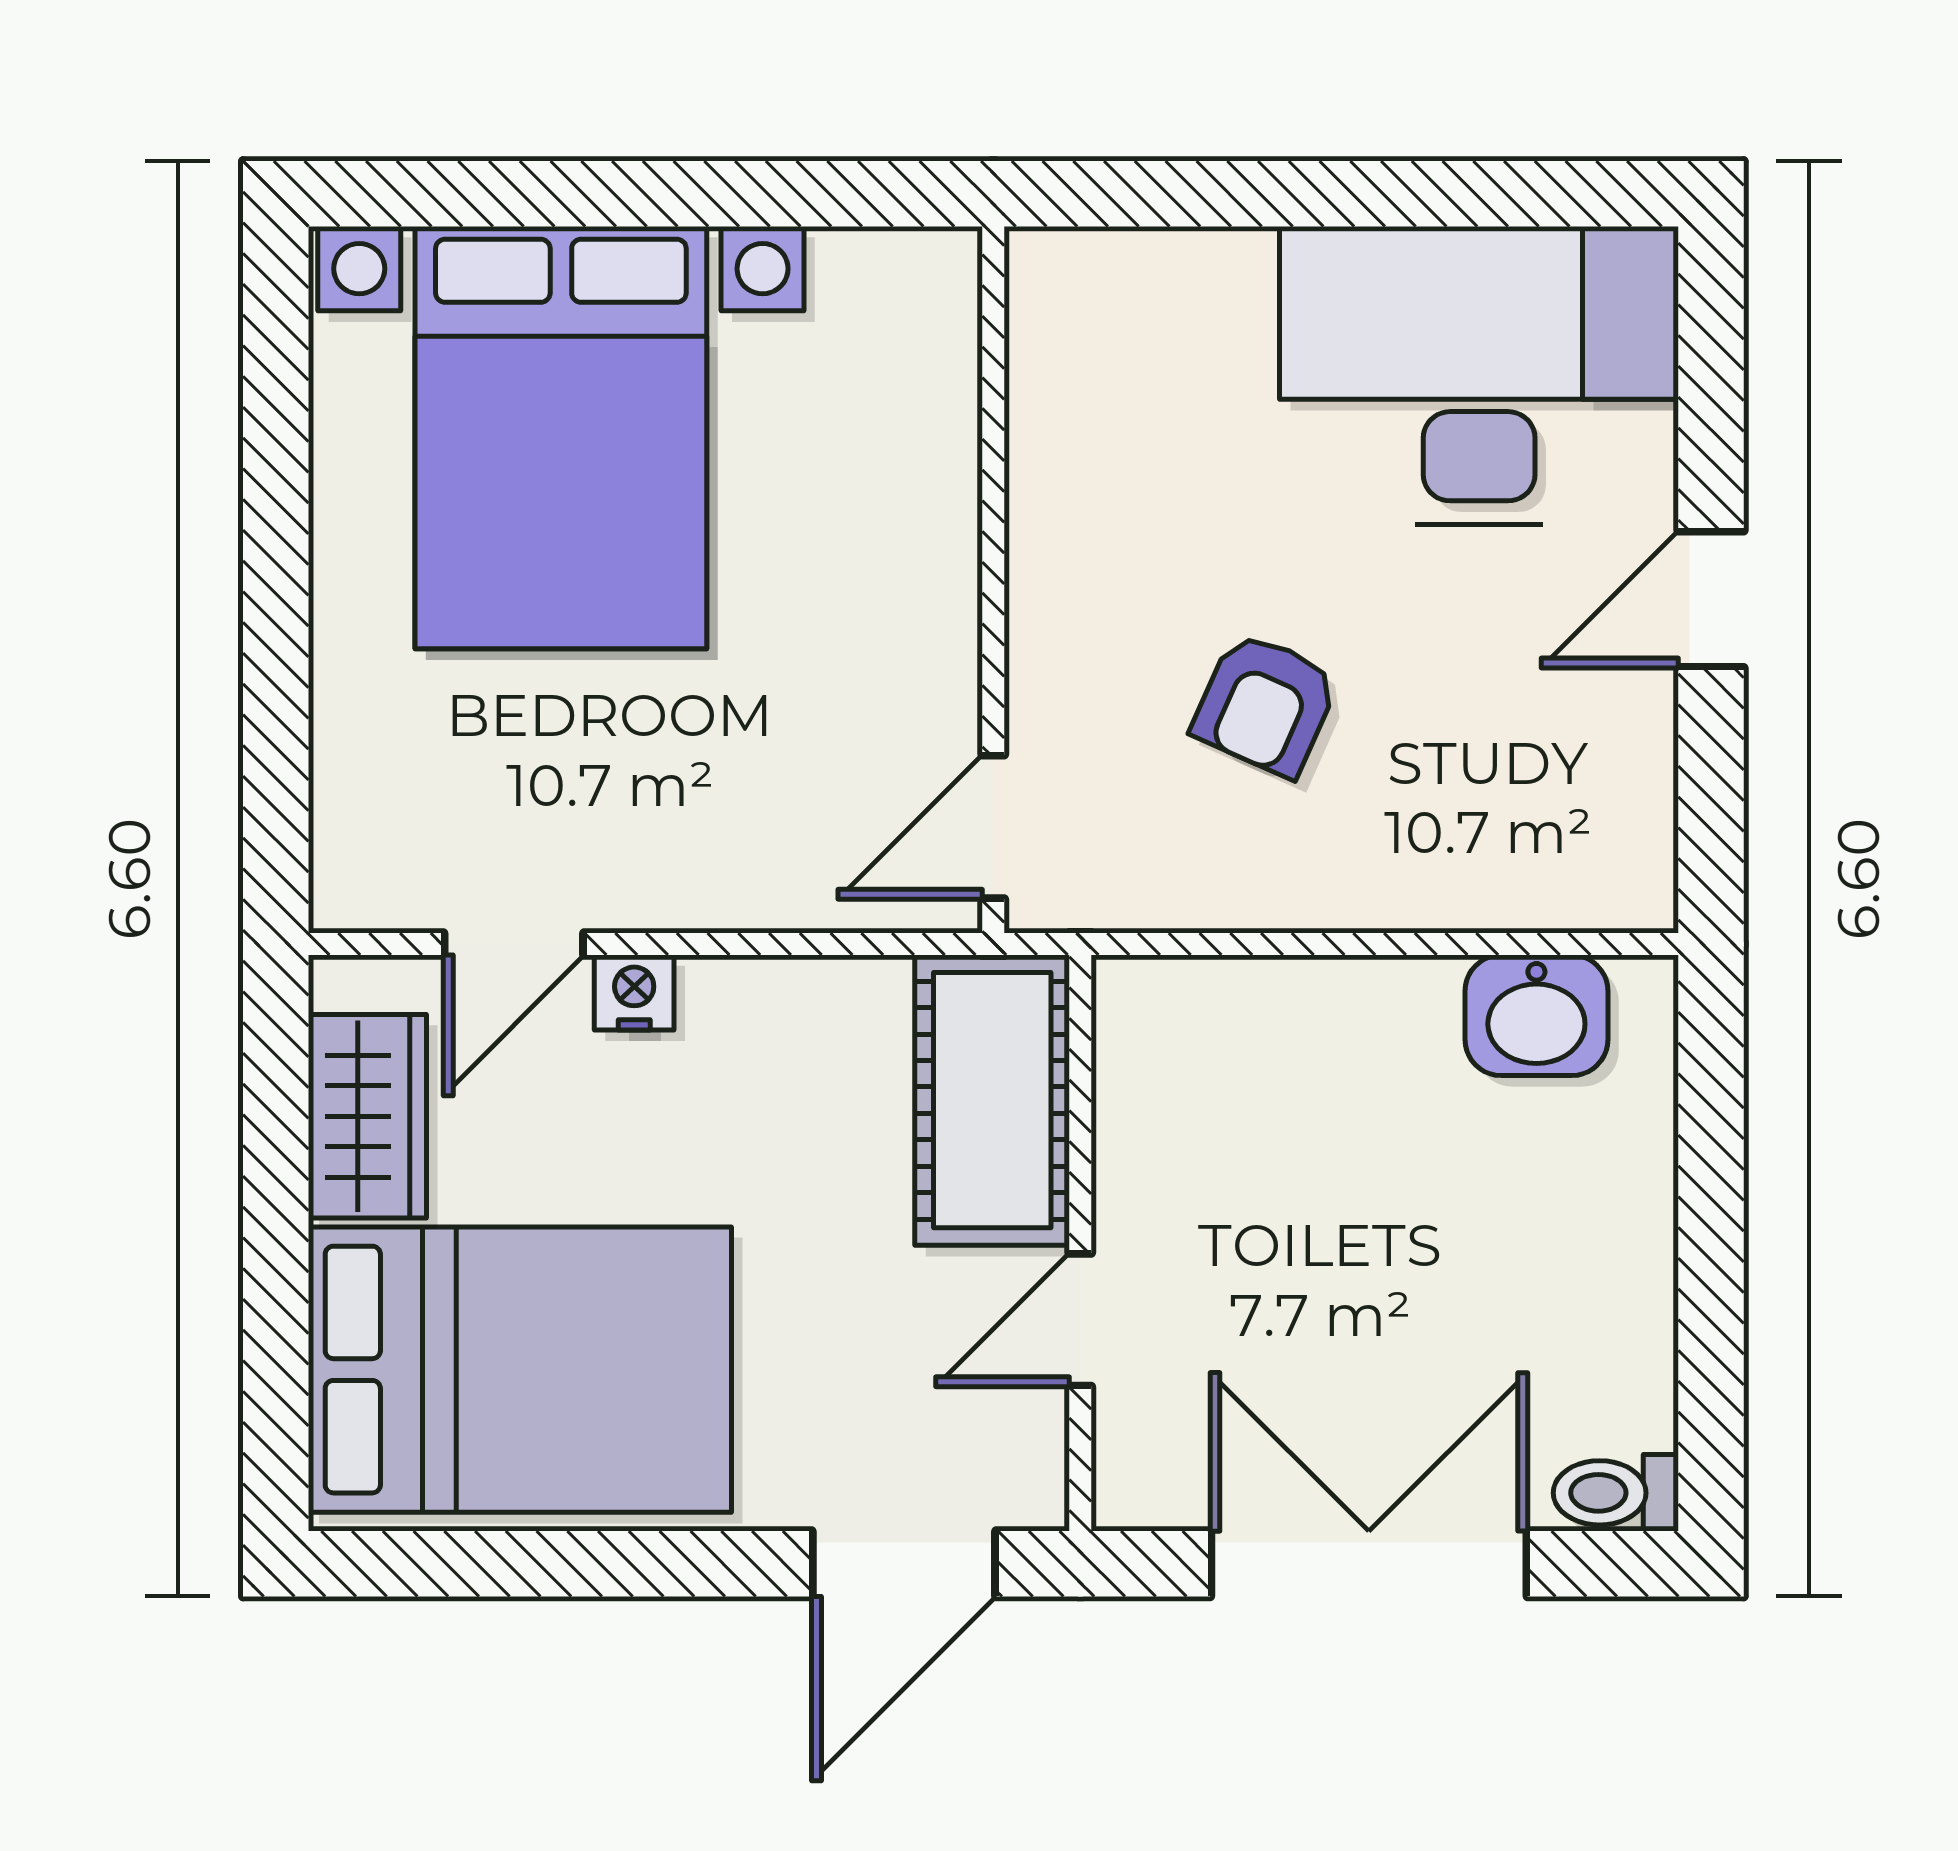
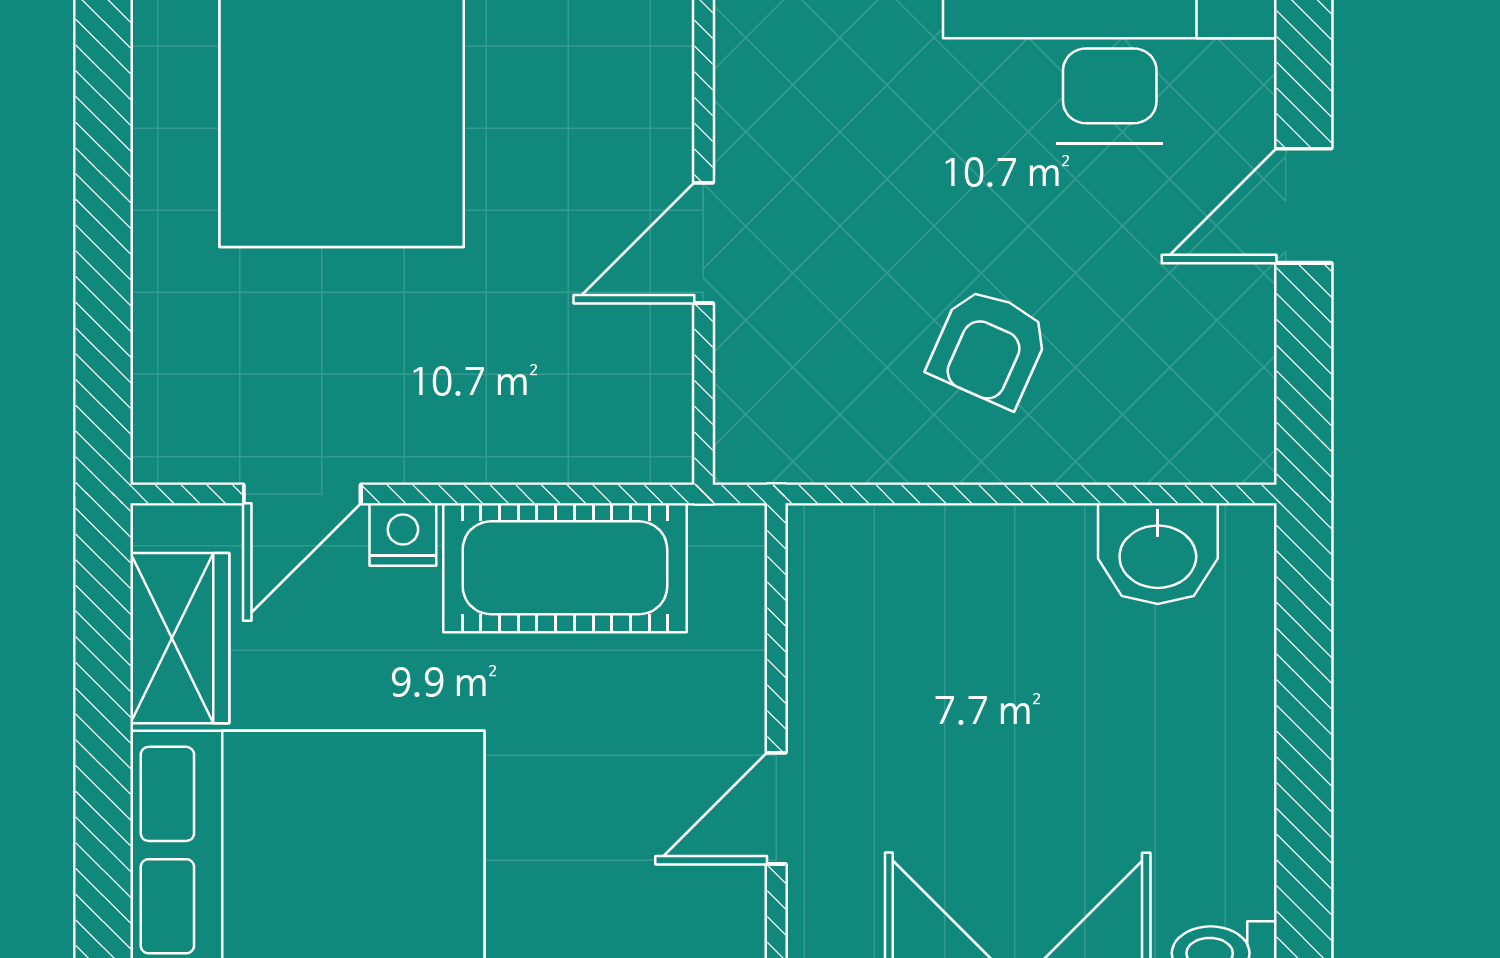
armchair: (1265, 704) -> (989, 347), moved
door: (993, 827) -> (703, 243), moved
cot: (992, 1100) -> (565, 568), moved, turned 90

